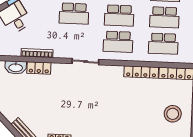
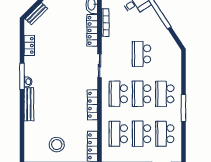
locker: (39, 68) -> (92, 30), width x1.53
locker: (141, 72) -> (92, 105), moved

